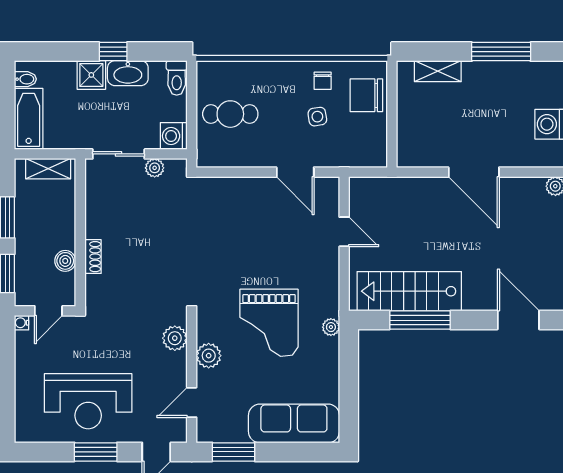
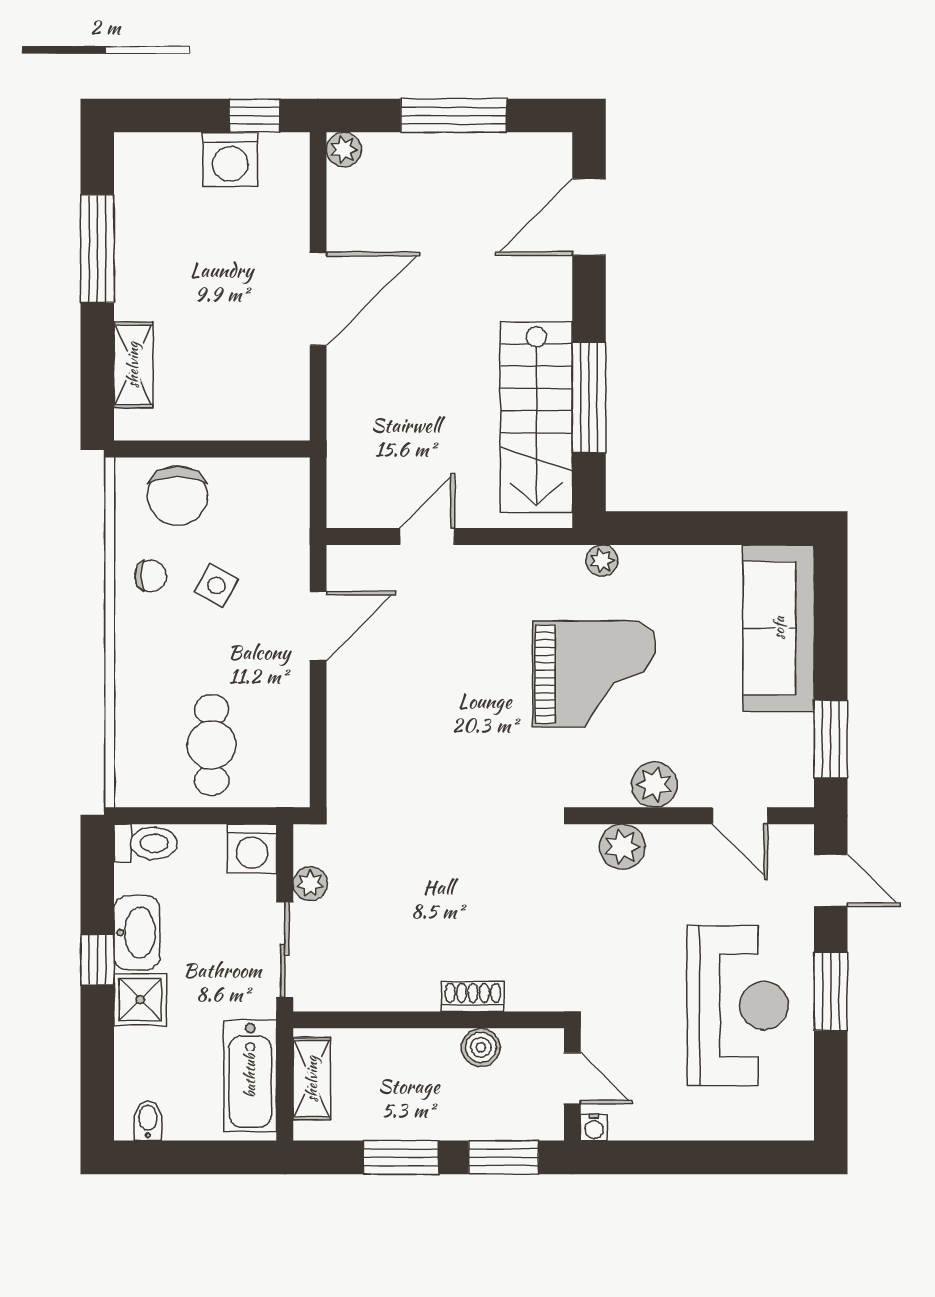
side table: (317, 117) -> (216, 586), turned 38
bathtub: (29, 119) -> (250, 1076), moved, turned -90

